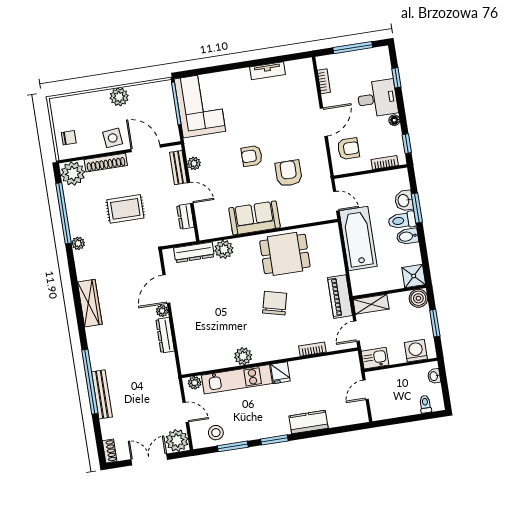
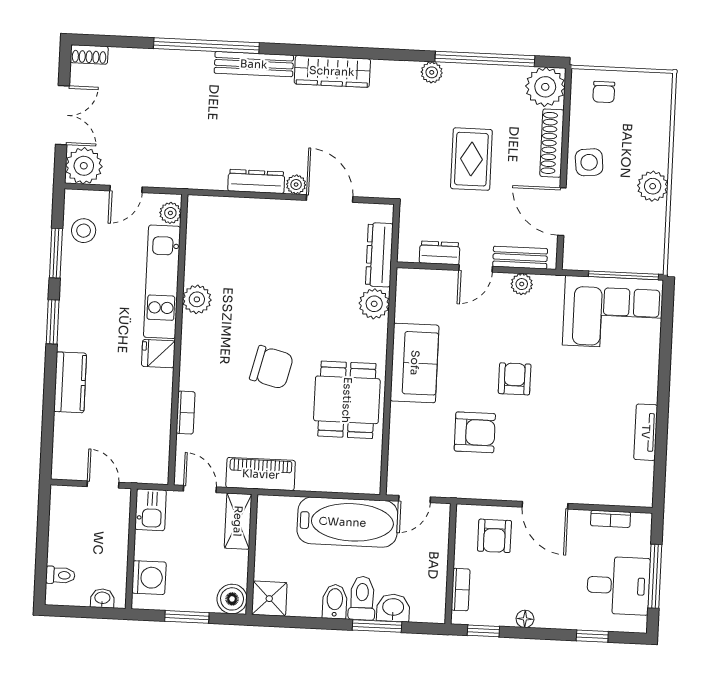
desk: (377, 98) -> (618, 586), moved, turned -90
door: (146, 148) -> (562, 212), swing flipped
bench: (102, 394) -> (254, 64), moved

